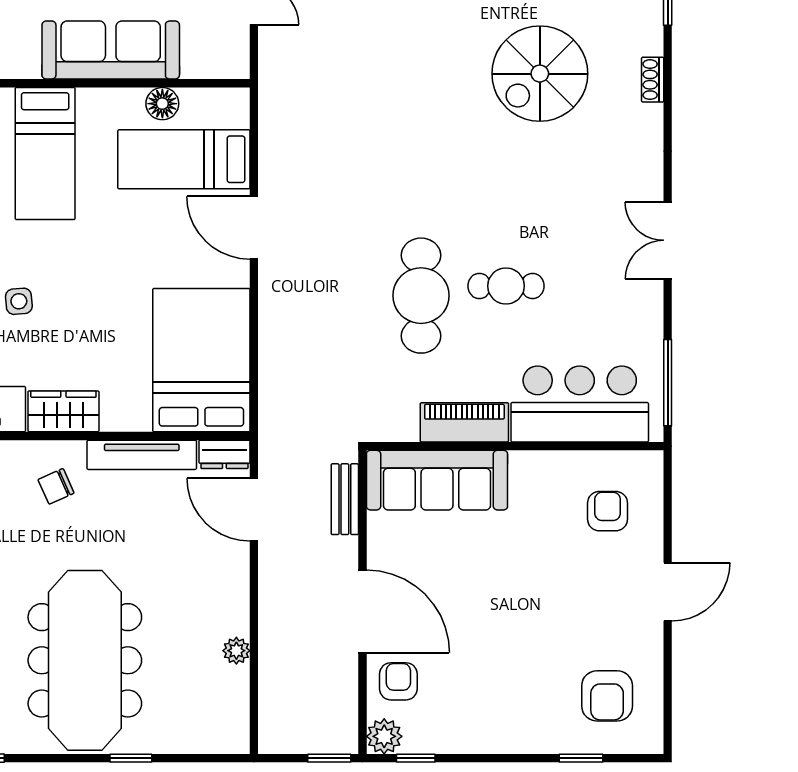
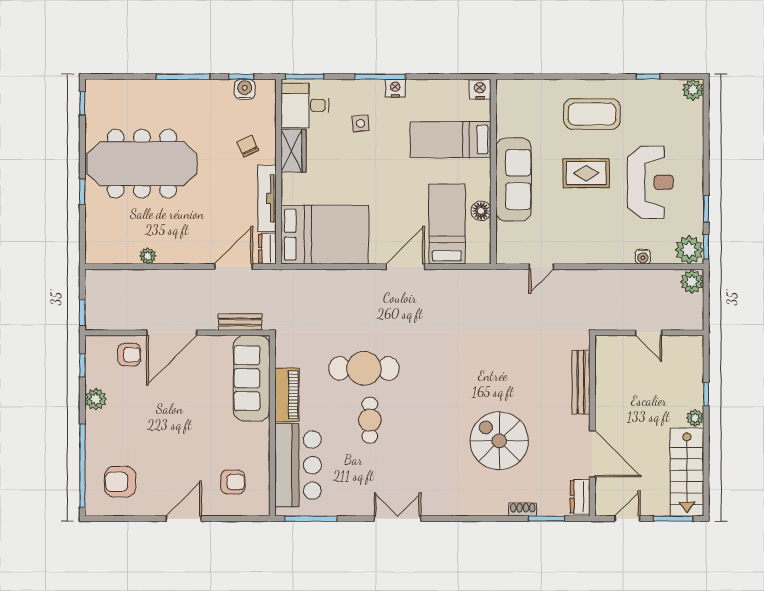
shoe rack: (653, 80) -> (523, 509), moved
door: (668, 592) -> (184, 519), swing flipped
plant: (384, 736) -> (96, 399), moved
window: (581, 758) -> (82, 466), width x3.17

